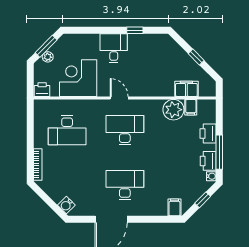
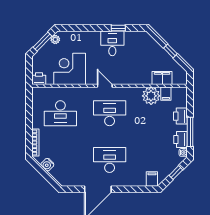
desk: (114, 48) -> (112, 43), moved
plant: (48, 57) -> (55, 39), moved
water cooler: (66, 205) -> (47, 165), moved

